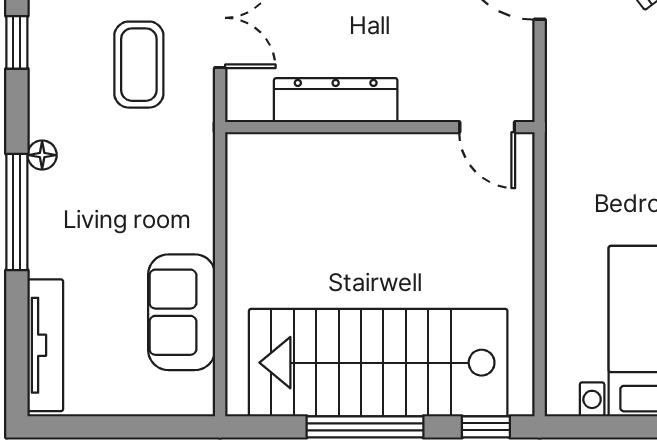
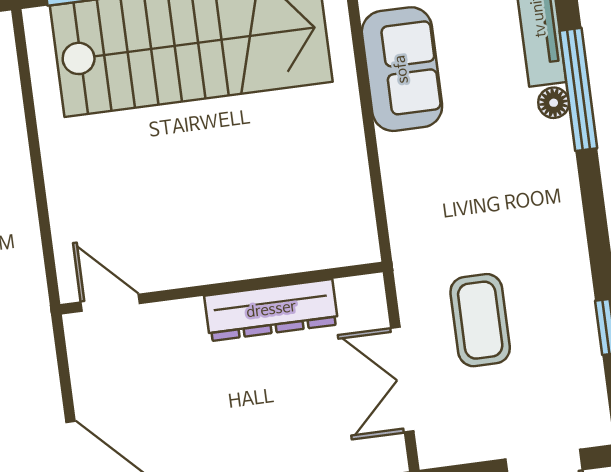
floor lamp: (42, 155) -> (554, 103), moved
window: (17, 212) -> (578, 89), moved

